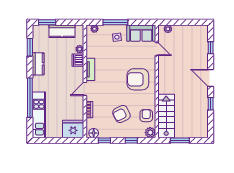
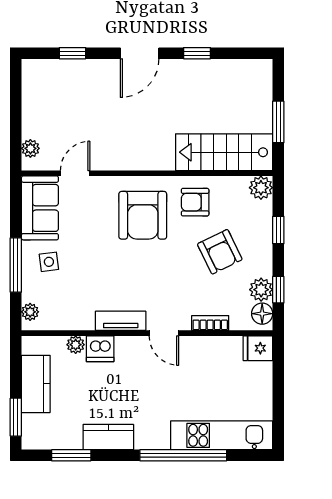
armchair: (146, 116) -> (195, 202), moved
fridge: (73, 129) -> (258, 348), width x0.53, depth x0.75
plant: (104, 133) -> (261, 290), added

